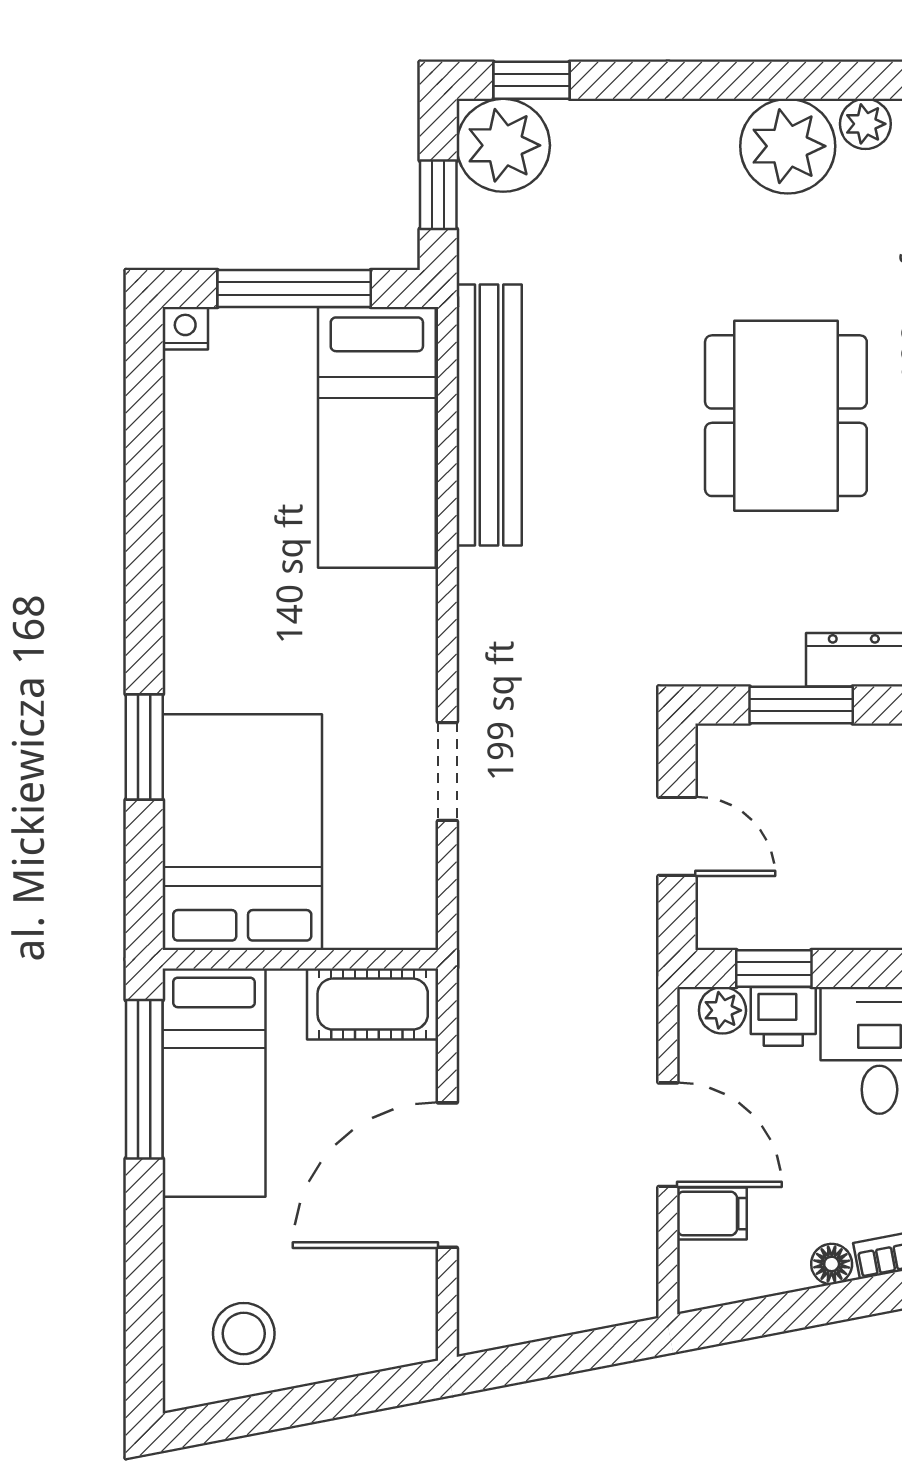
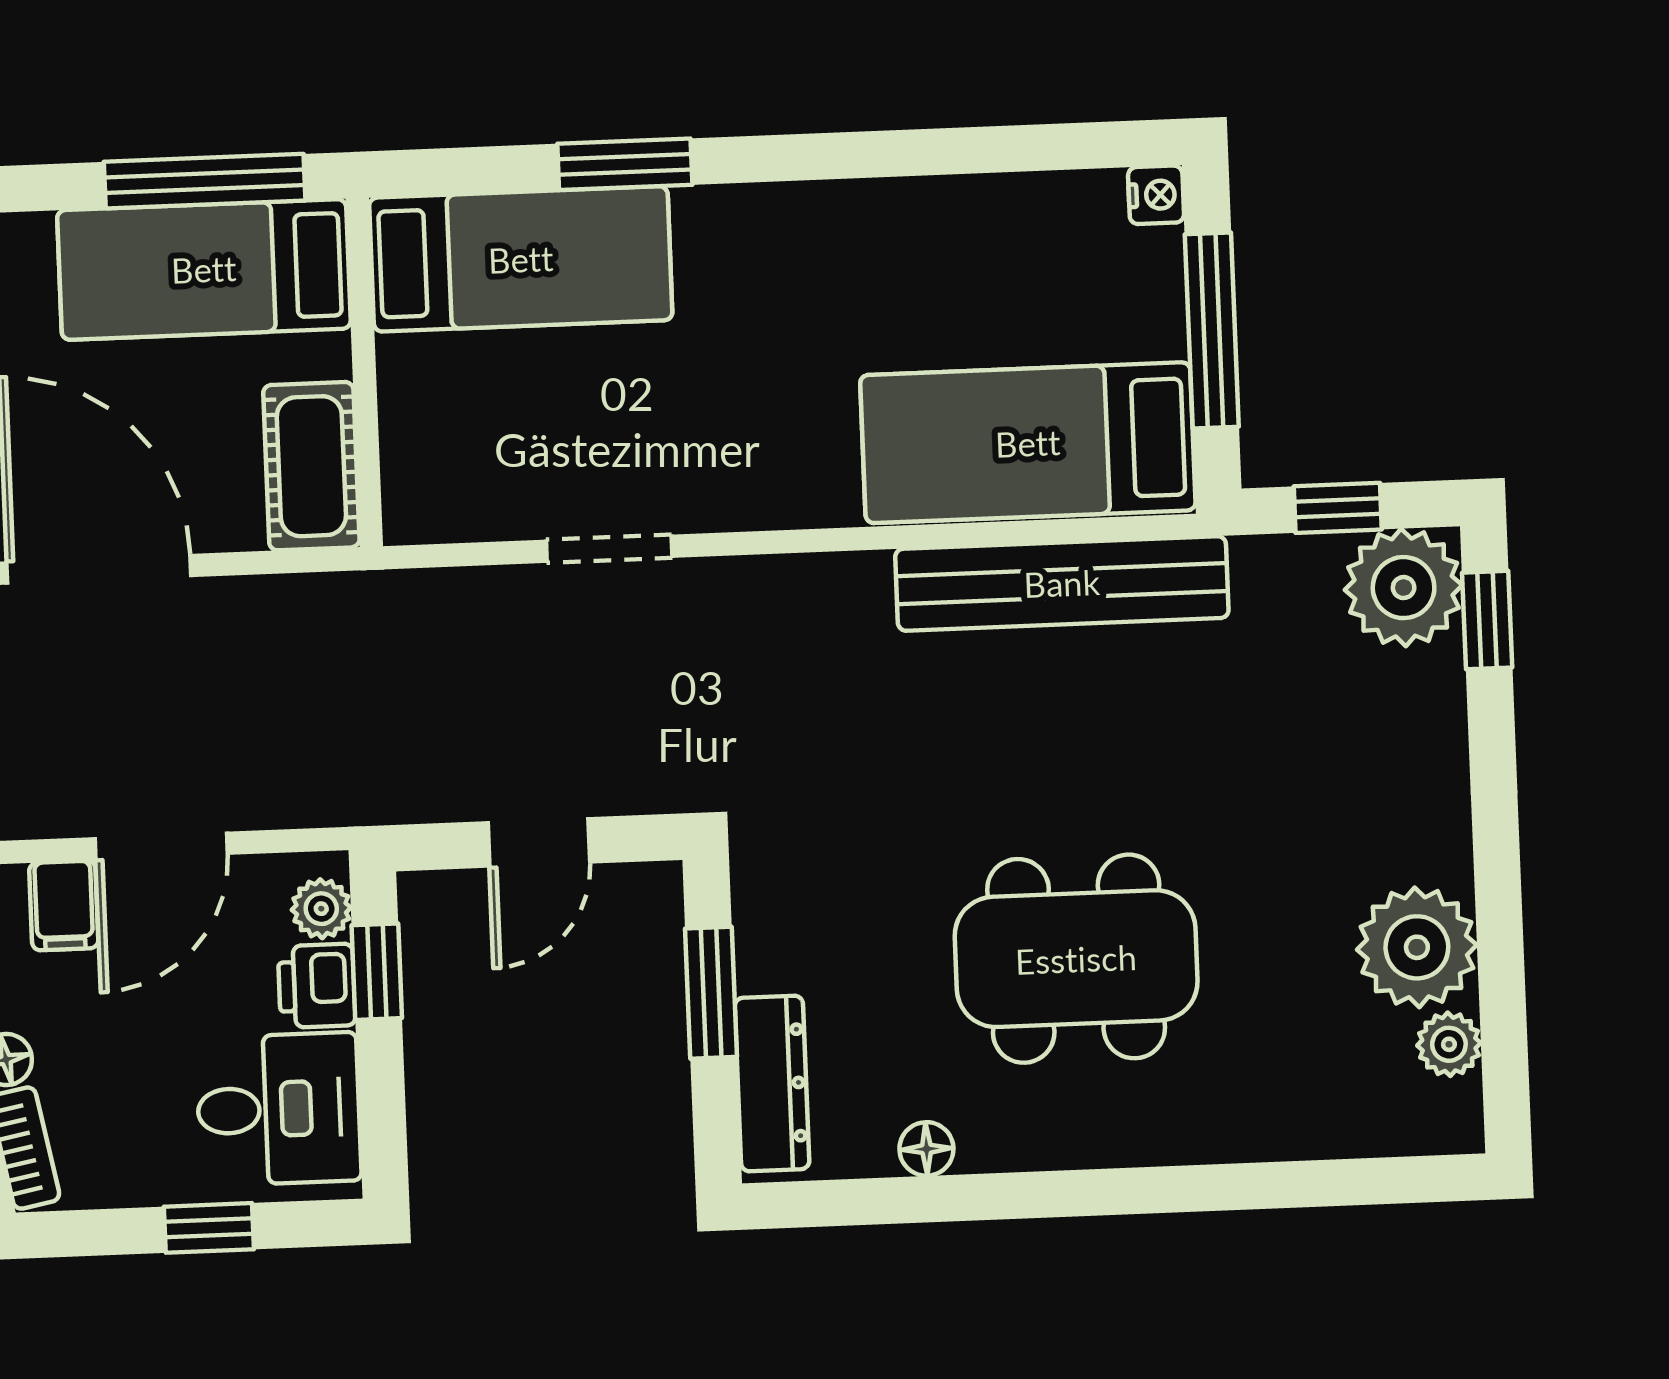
bed: (242, 832) -> (521, 259), width x0.67

